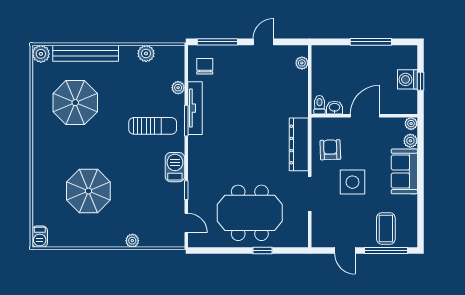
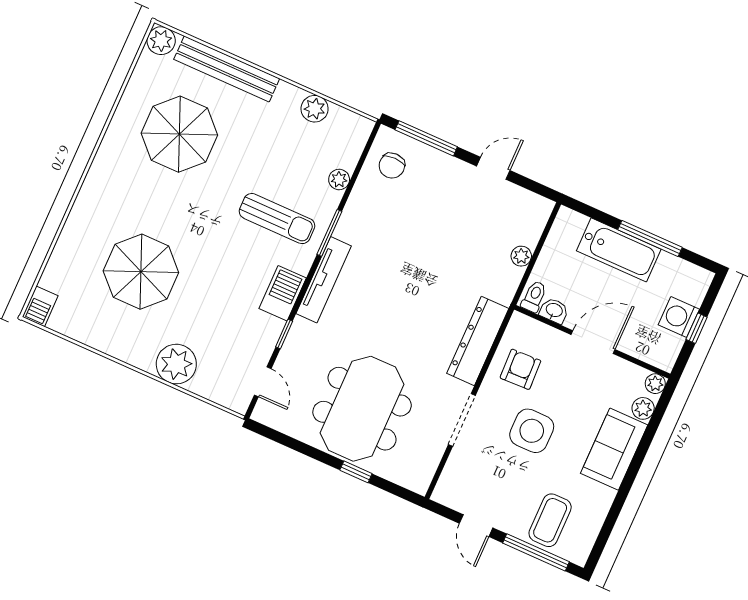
bathtub: (356, 56) -> (619, 250), added
plant: (302, 63) -> (521, 256), moved
chair: (205, 66) -> (392, 166), turned 180
tv unit: (195, 108) -> (324, 280), moved
meeting table: (250, 213) -> (362, 409), turned 90
plant: (132, 241) -> (176, 364), width x1.88, depth x1.88

